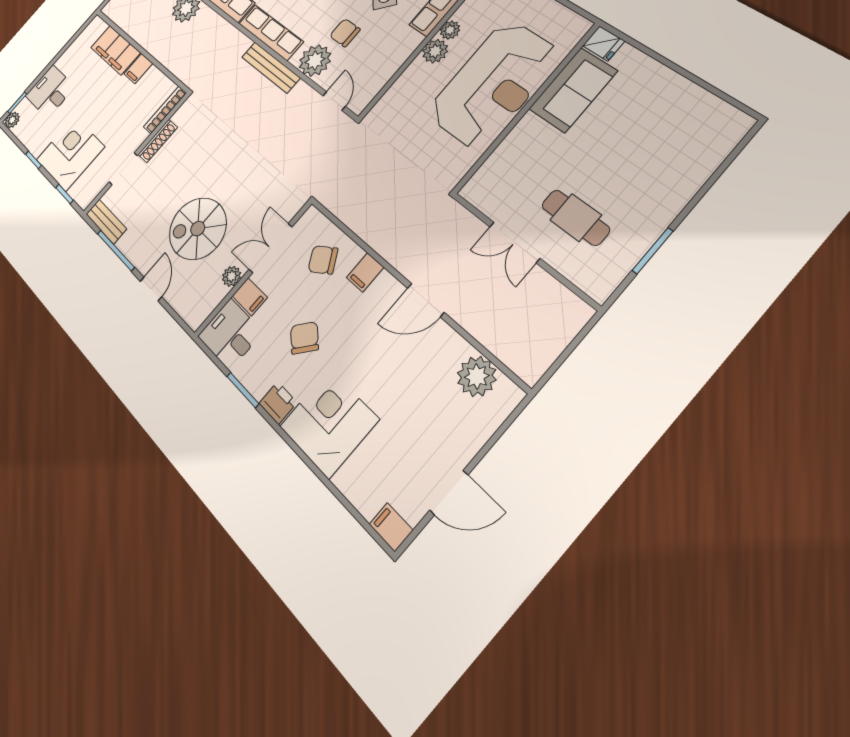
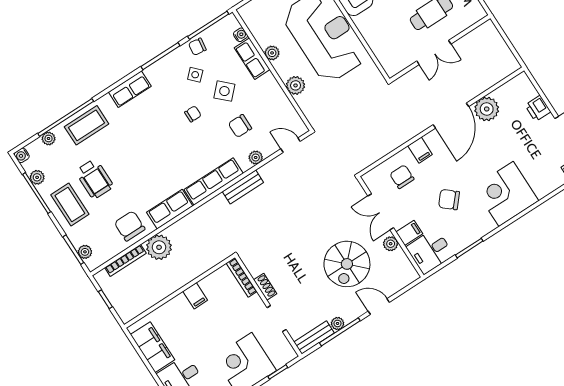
filing cabinet: (115, 50) -> (153, 347), moved, turned -90
plant: (435, 51) -> (296, 85), moved
plant: (315, 61) -> (256, 157), width x0.53, depth x0.53
bench: (271, 67) -> (243, 187), width x0.73
shoe rack: (158, 141) -> (265, 287), width x0.70
plant: (125, 244) -> (338, 323), added
chair: (323, 260) -> (402, 177), turned 122
door: (426, 300) -> (451, 116), width x1.36
plant: (477, 376) -> (487, 109), moved
printer: (278, 403) -> (538, 108), moved, turned -90

